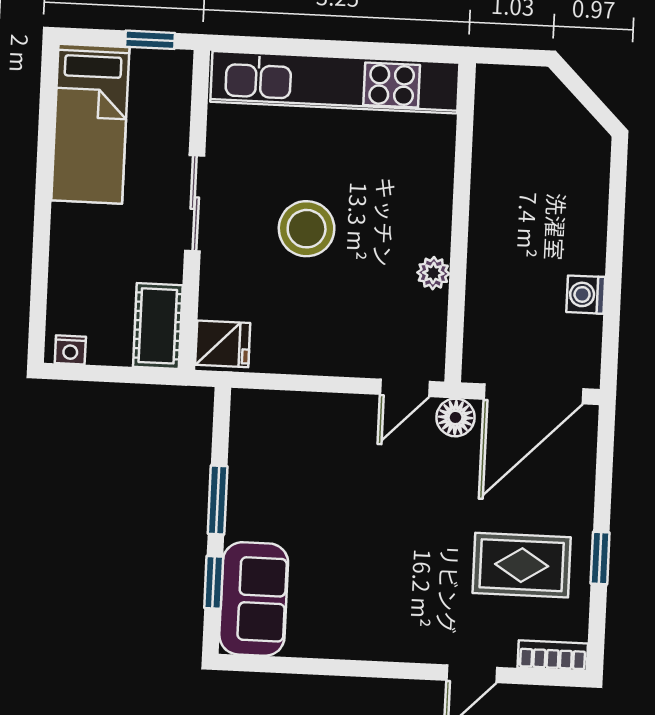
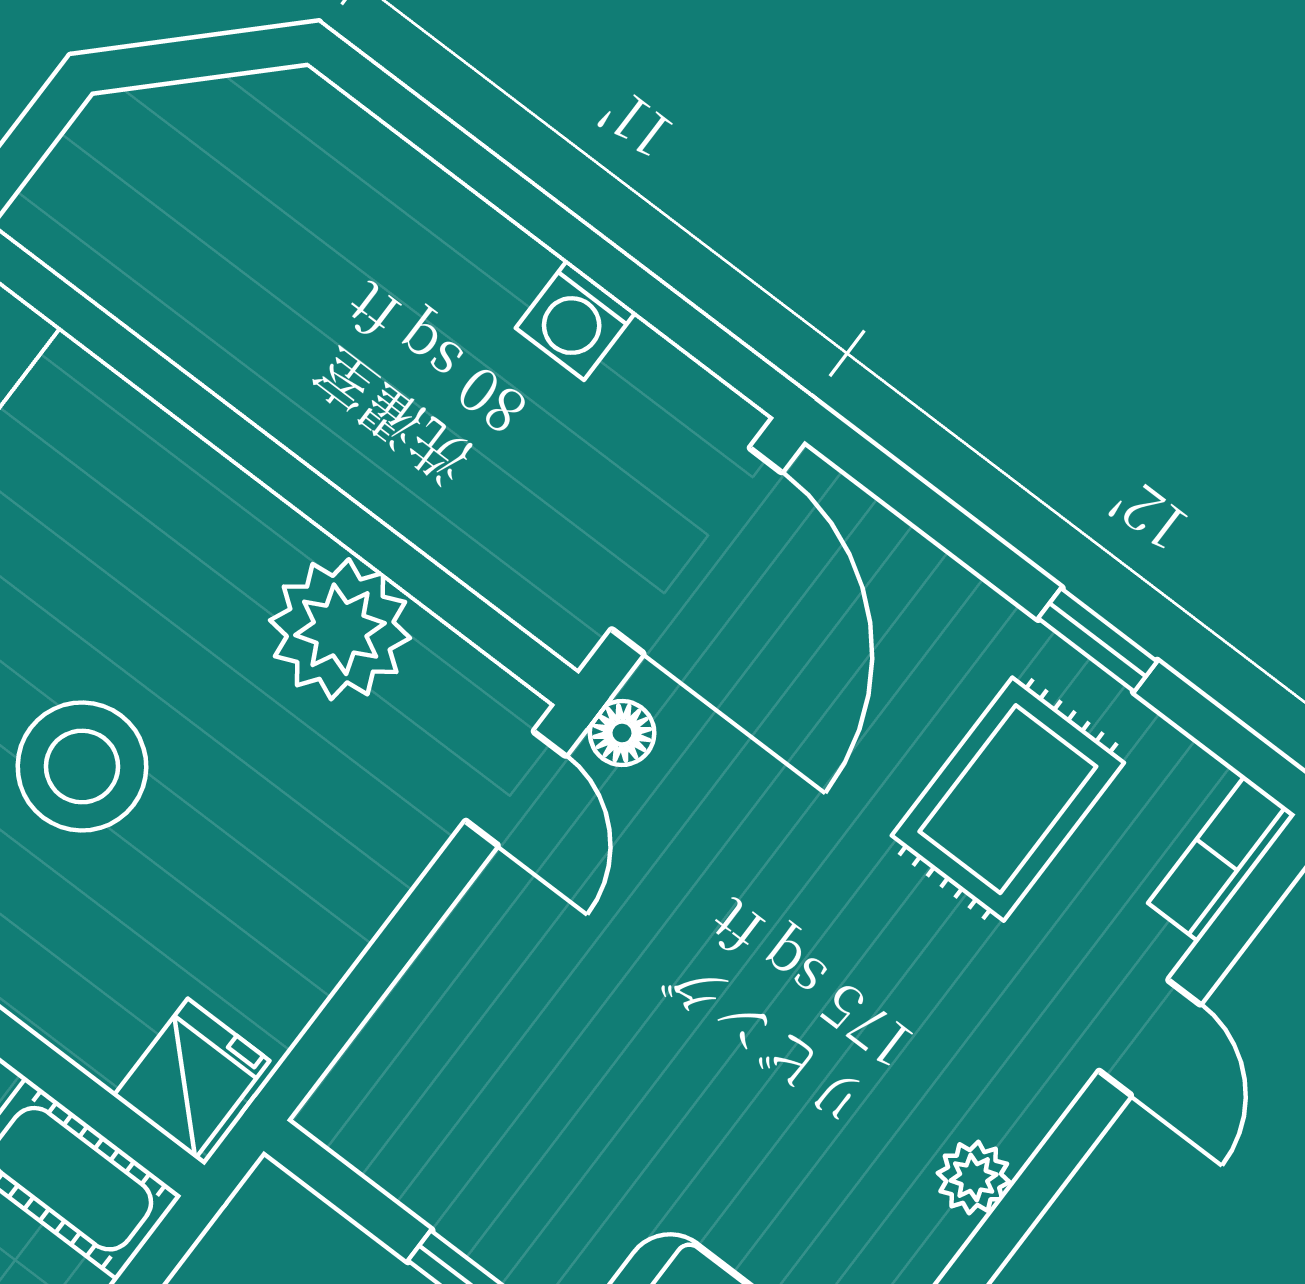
plant: (433, 273) -> (340, 629), width x1.87, depth x1.87
floor lamp: (455, 417) -> (622, 733), width x0.73, depth x0.73
plant: (379, 646) -> (974, 1178), added

